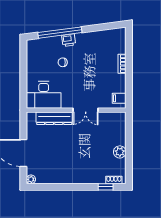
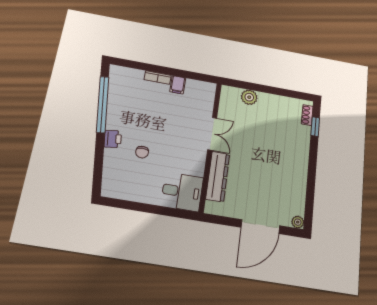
window: (60, 33) -> (103, 104), moved
desk: (44, 95) -> (182, 192), width x0.73
filing cabinet: (119, 98) -> (178, 85), moved
plant: (120, 152) -> (249, 97), moved

